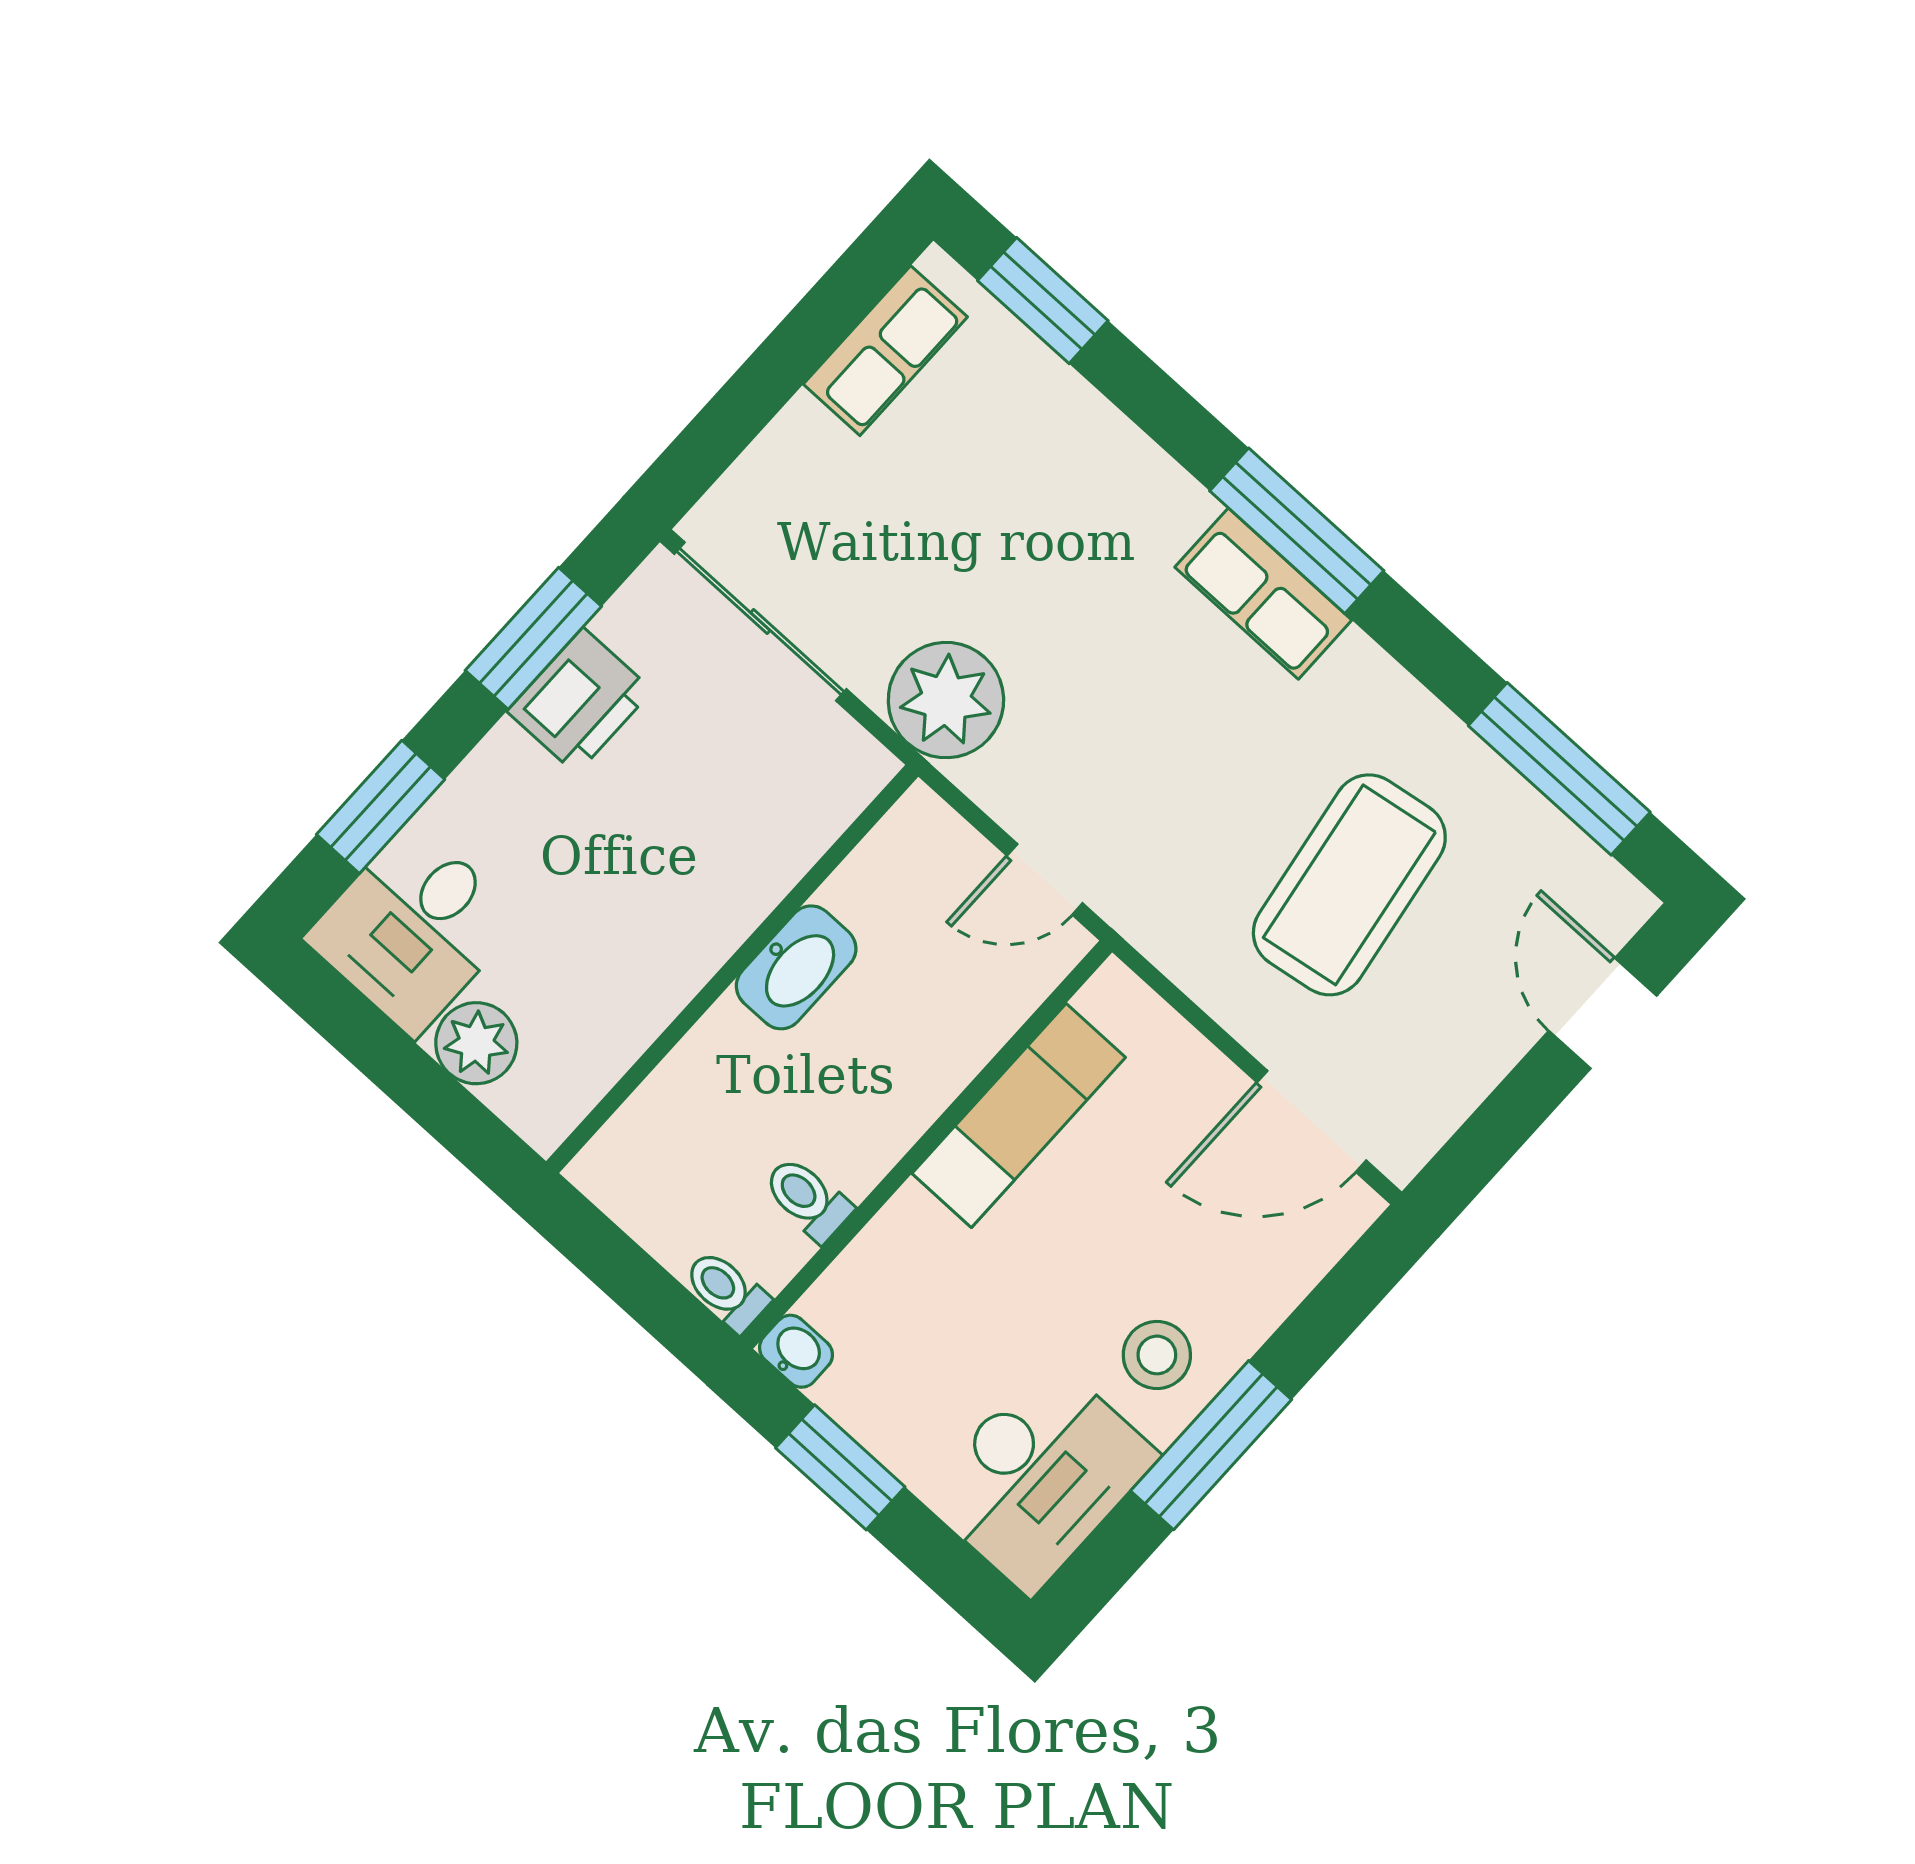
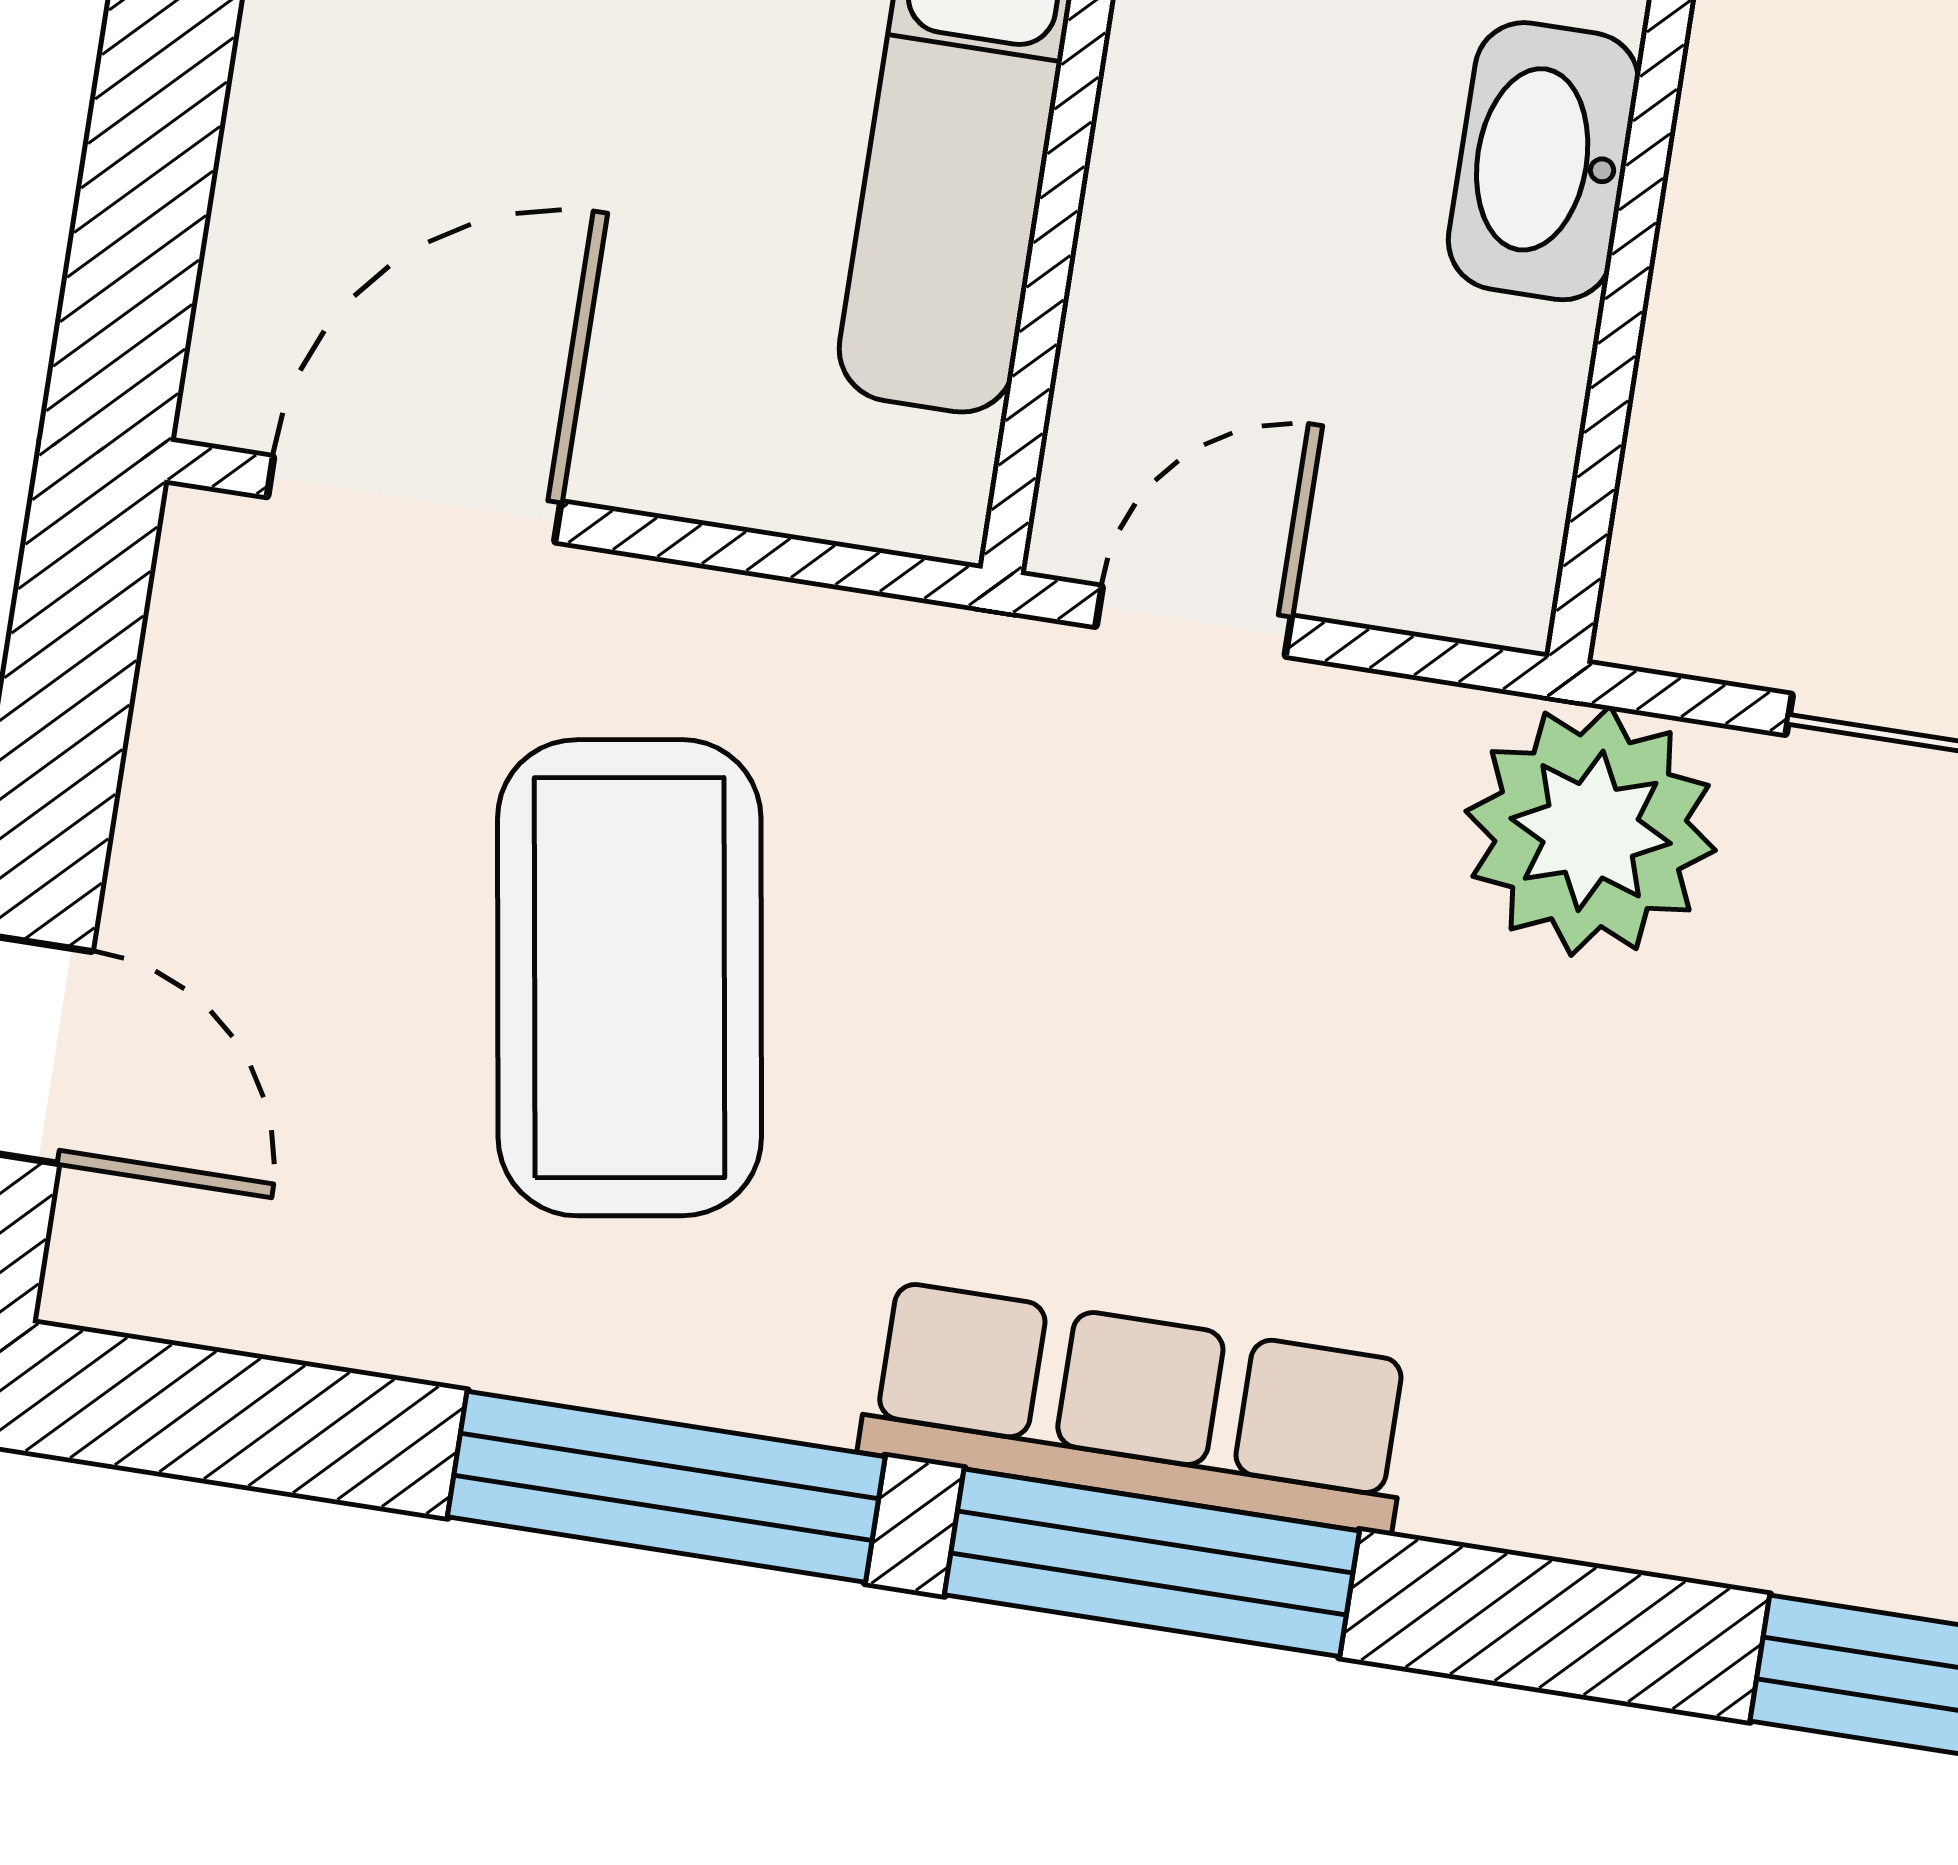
row of seats: (1263, 594) -> (1137, 1408), width x1.48
window: (1559, 769) -> (666, 1487), moved

